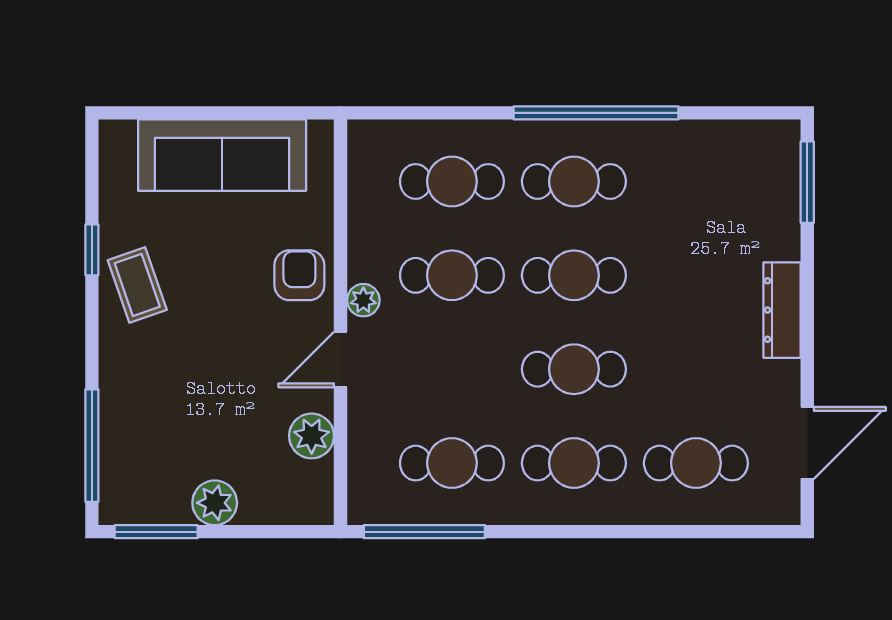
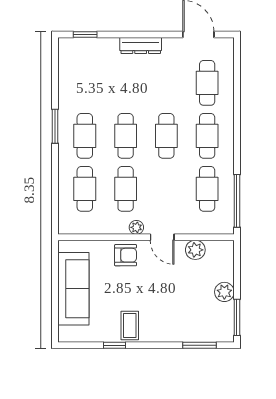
window: (596, 113) -> (55, 126), width x0.47
window: (807, 182) -> (85, 35), width x0.67
armchair: (299, 275) -> (126, 255), turned 180
coffee table: (137, 285) -> (130, 326), turned -71
window: (92, 446) -> (200, 345), width x0.69

